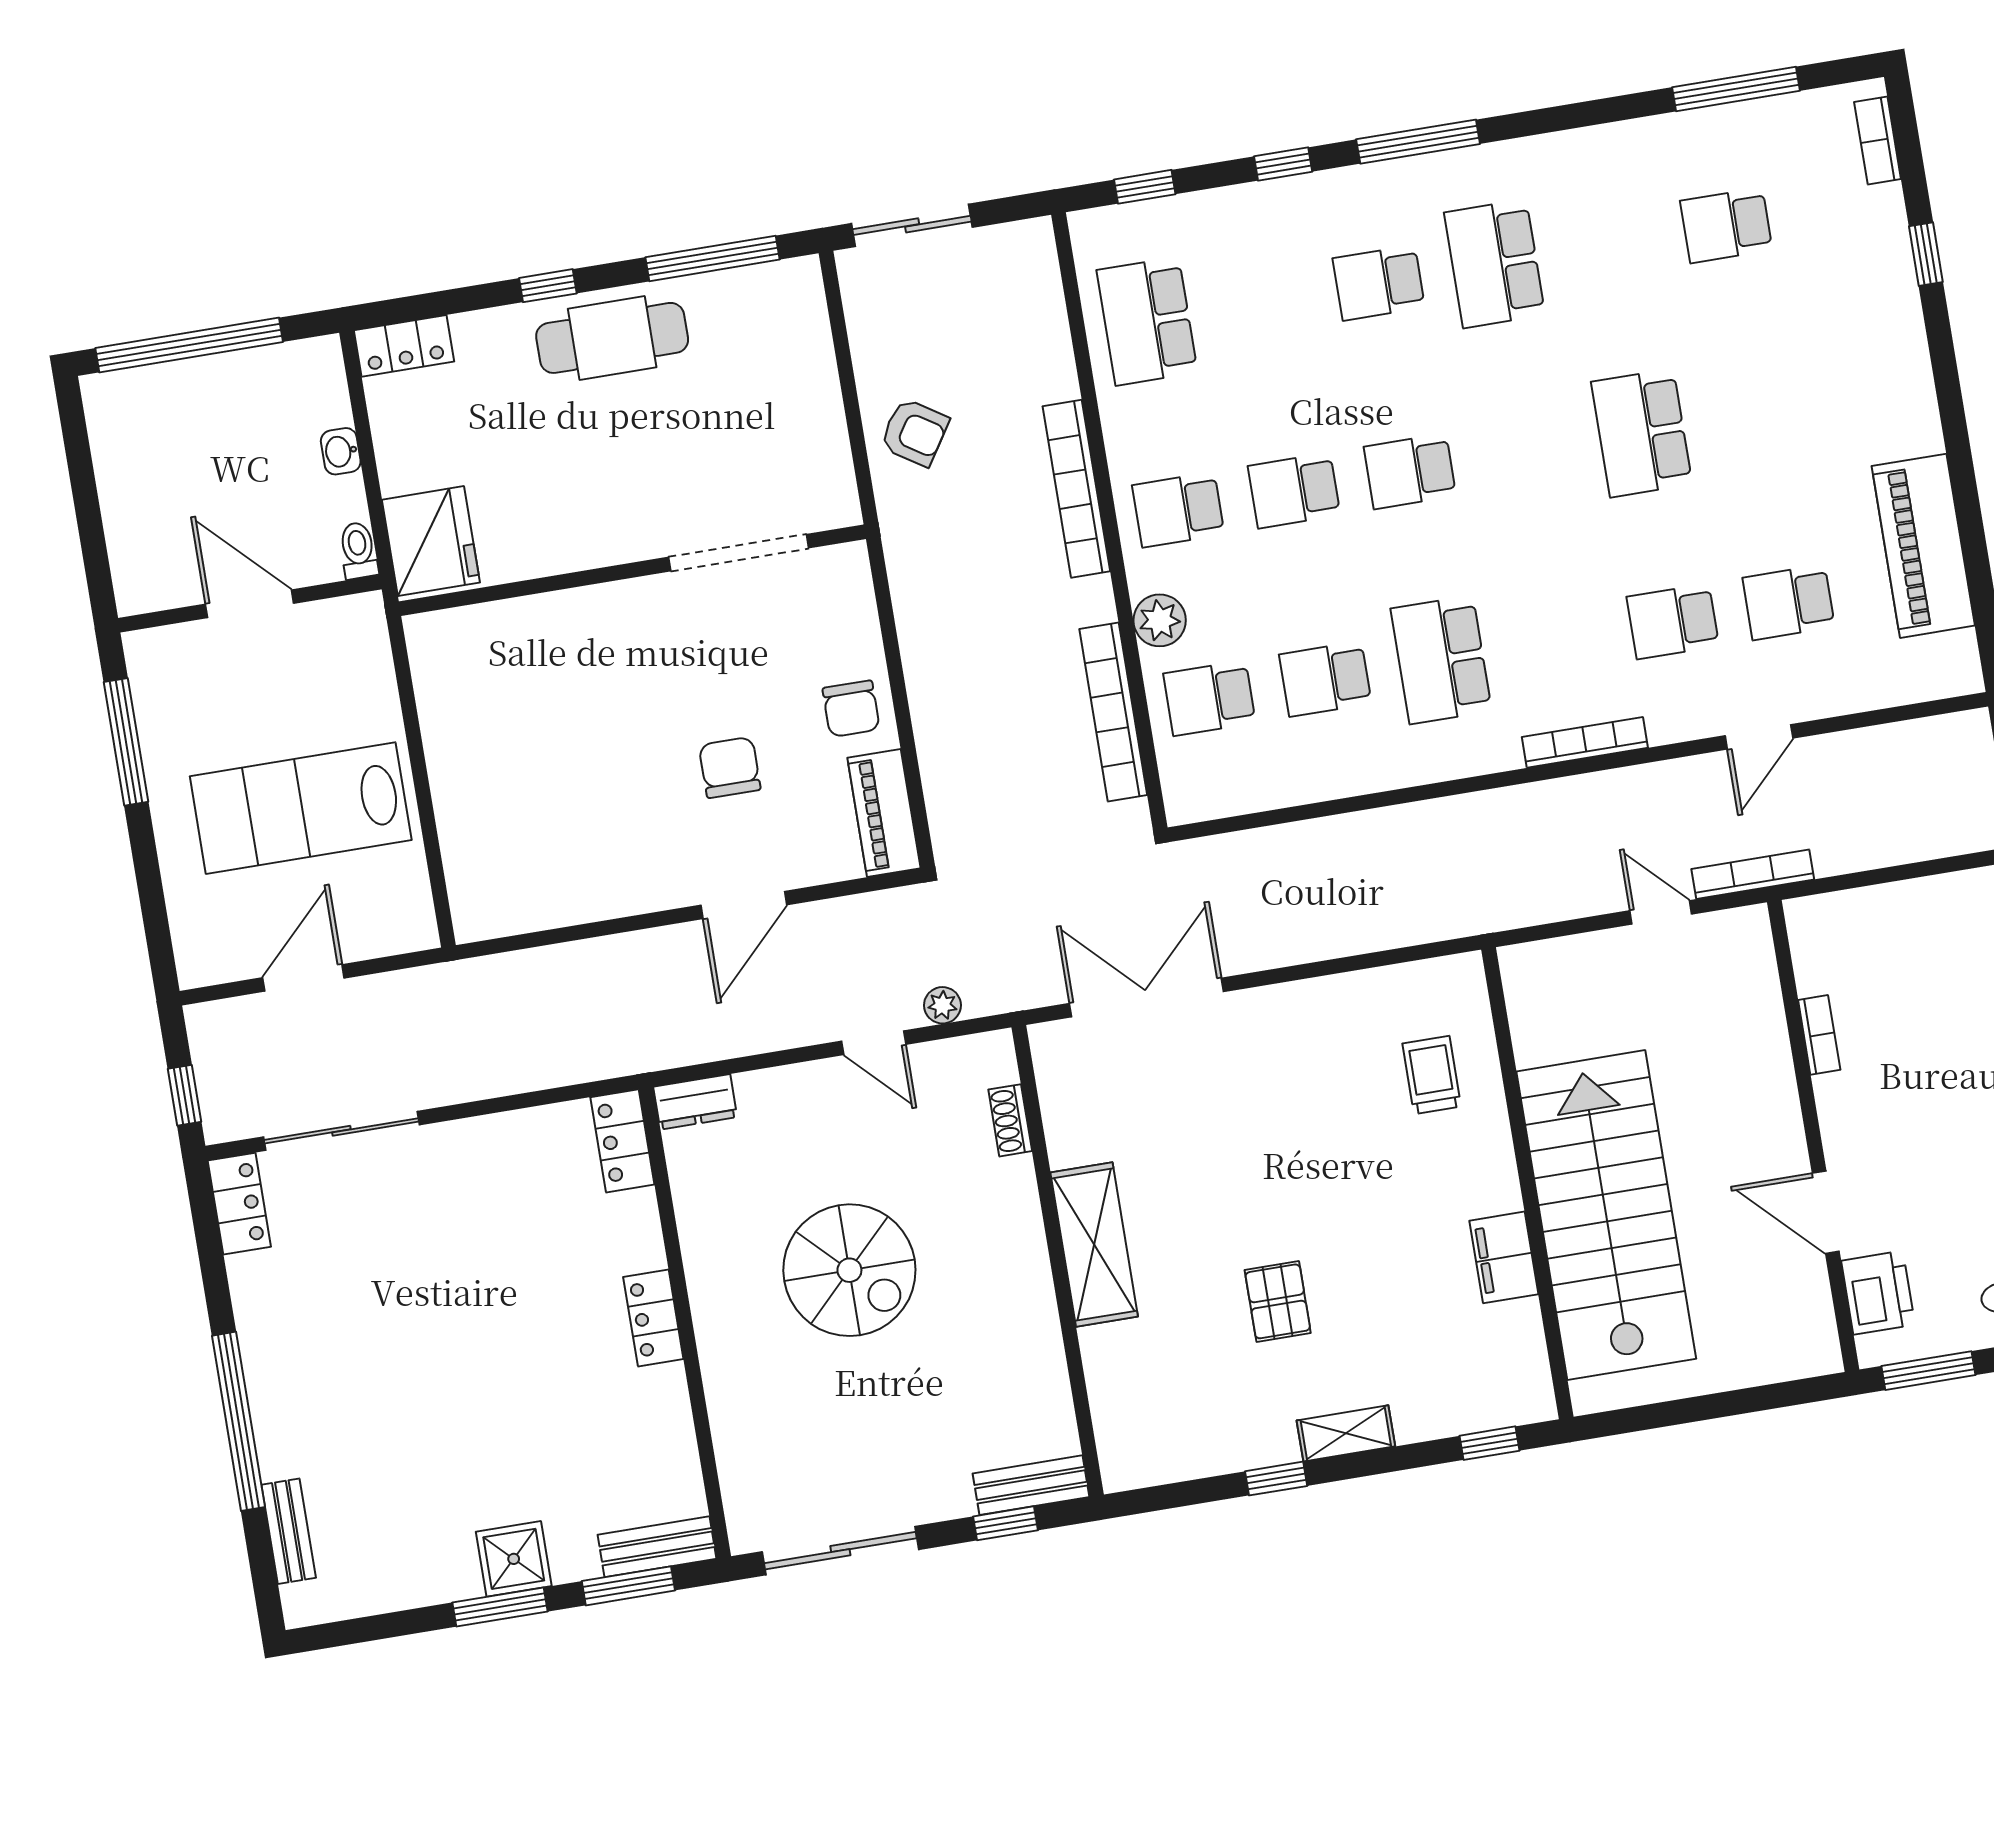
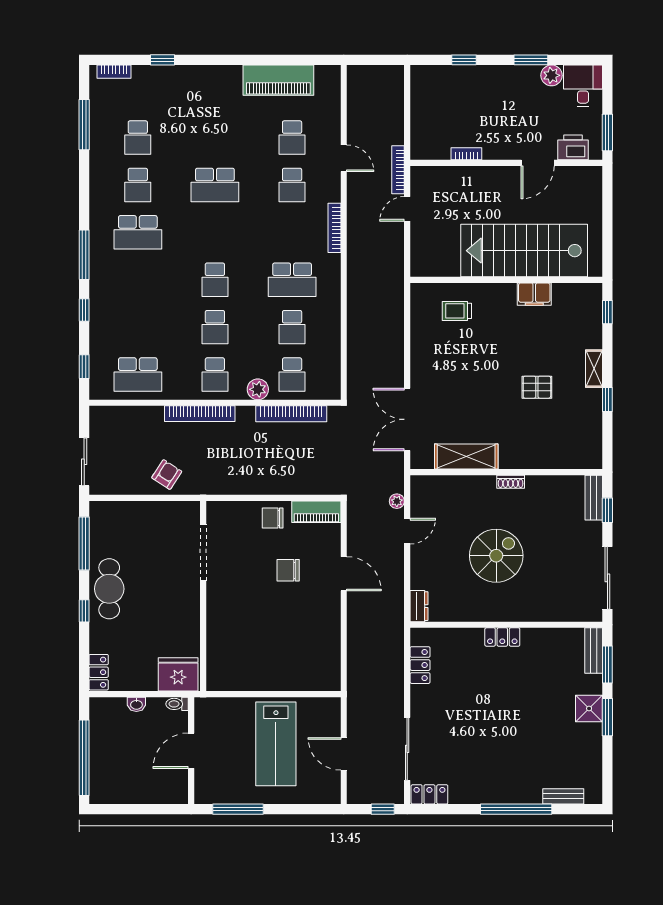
school desk: (1379, 283) -> (138, 185), moved
chair: (851, 709) -> (273, 518), turned 180
shoe rack: (1010, 1120) -> (511, 482), moved
locker: (622, 1141) -> (420, 665), moved, turned -90
shelving: (1094, 1245) -> (466, 457), moved

